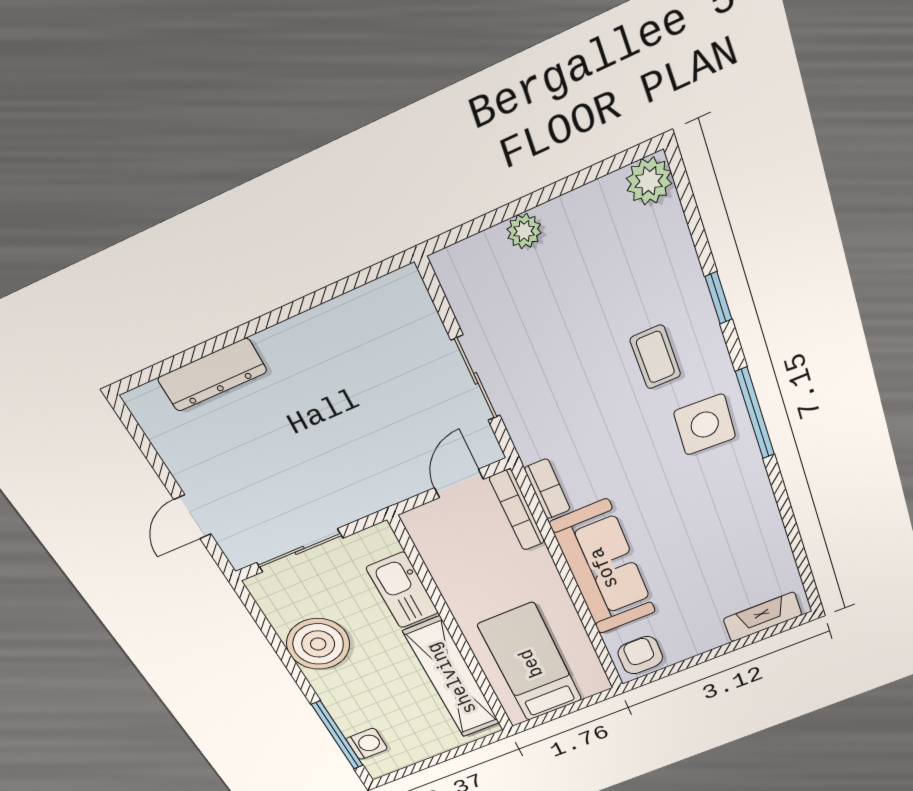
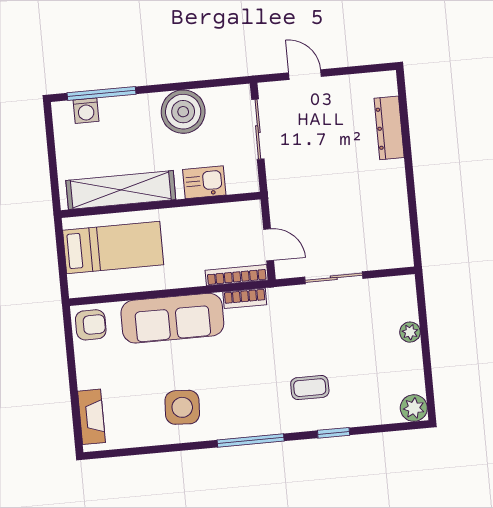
side table: (705, 425) -> (182, 407), moved
kitchen sink: (402, 590) -> (204, 182), width x0.73

